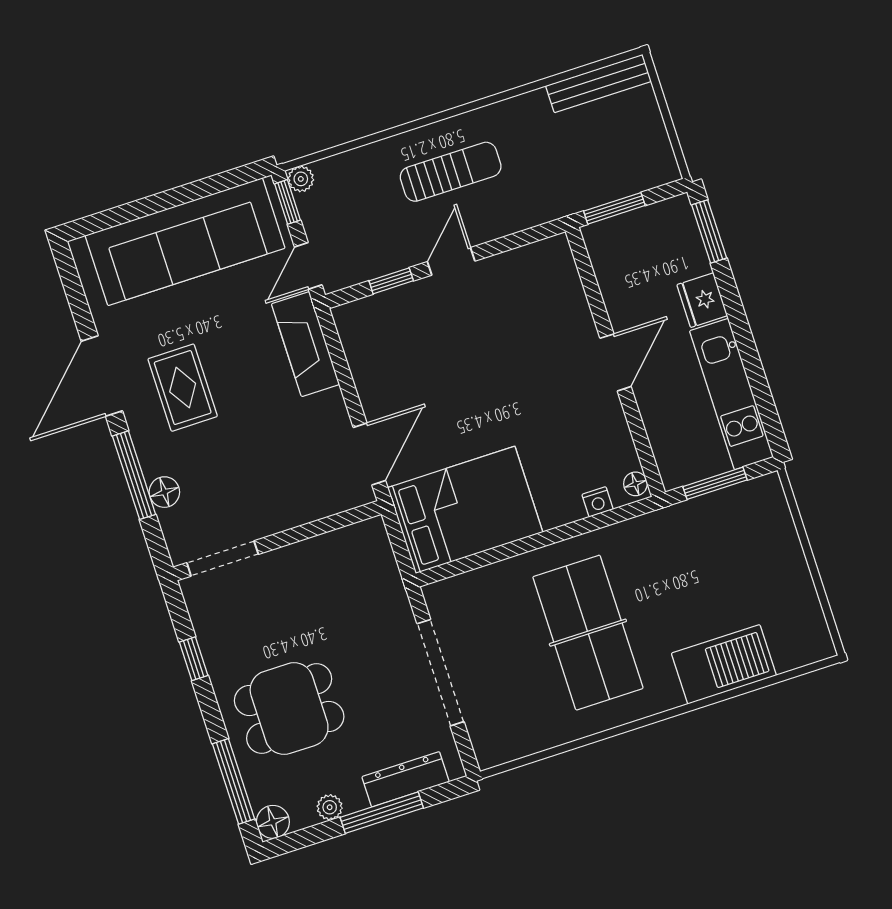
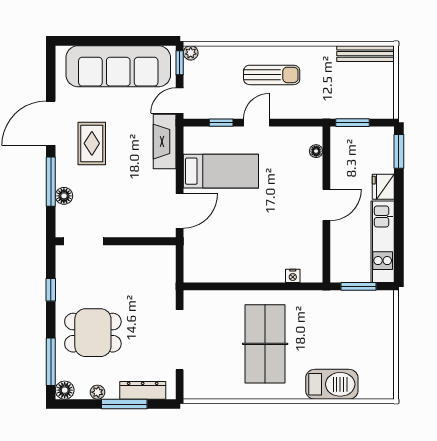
floor lamp: (635, 484) -> (316, 151), moved
bed: (465, 510) -> (221, 171), moved, width x0.67

